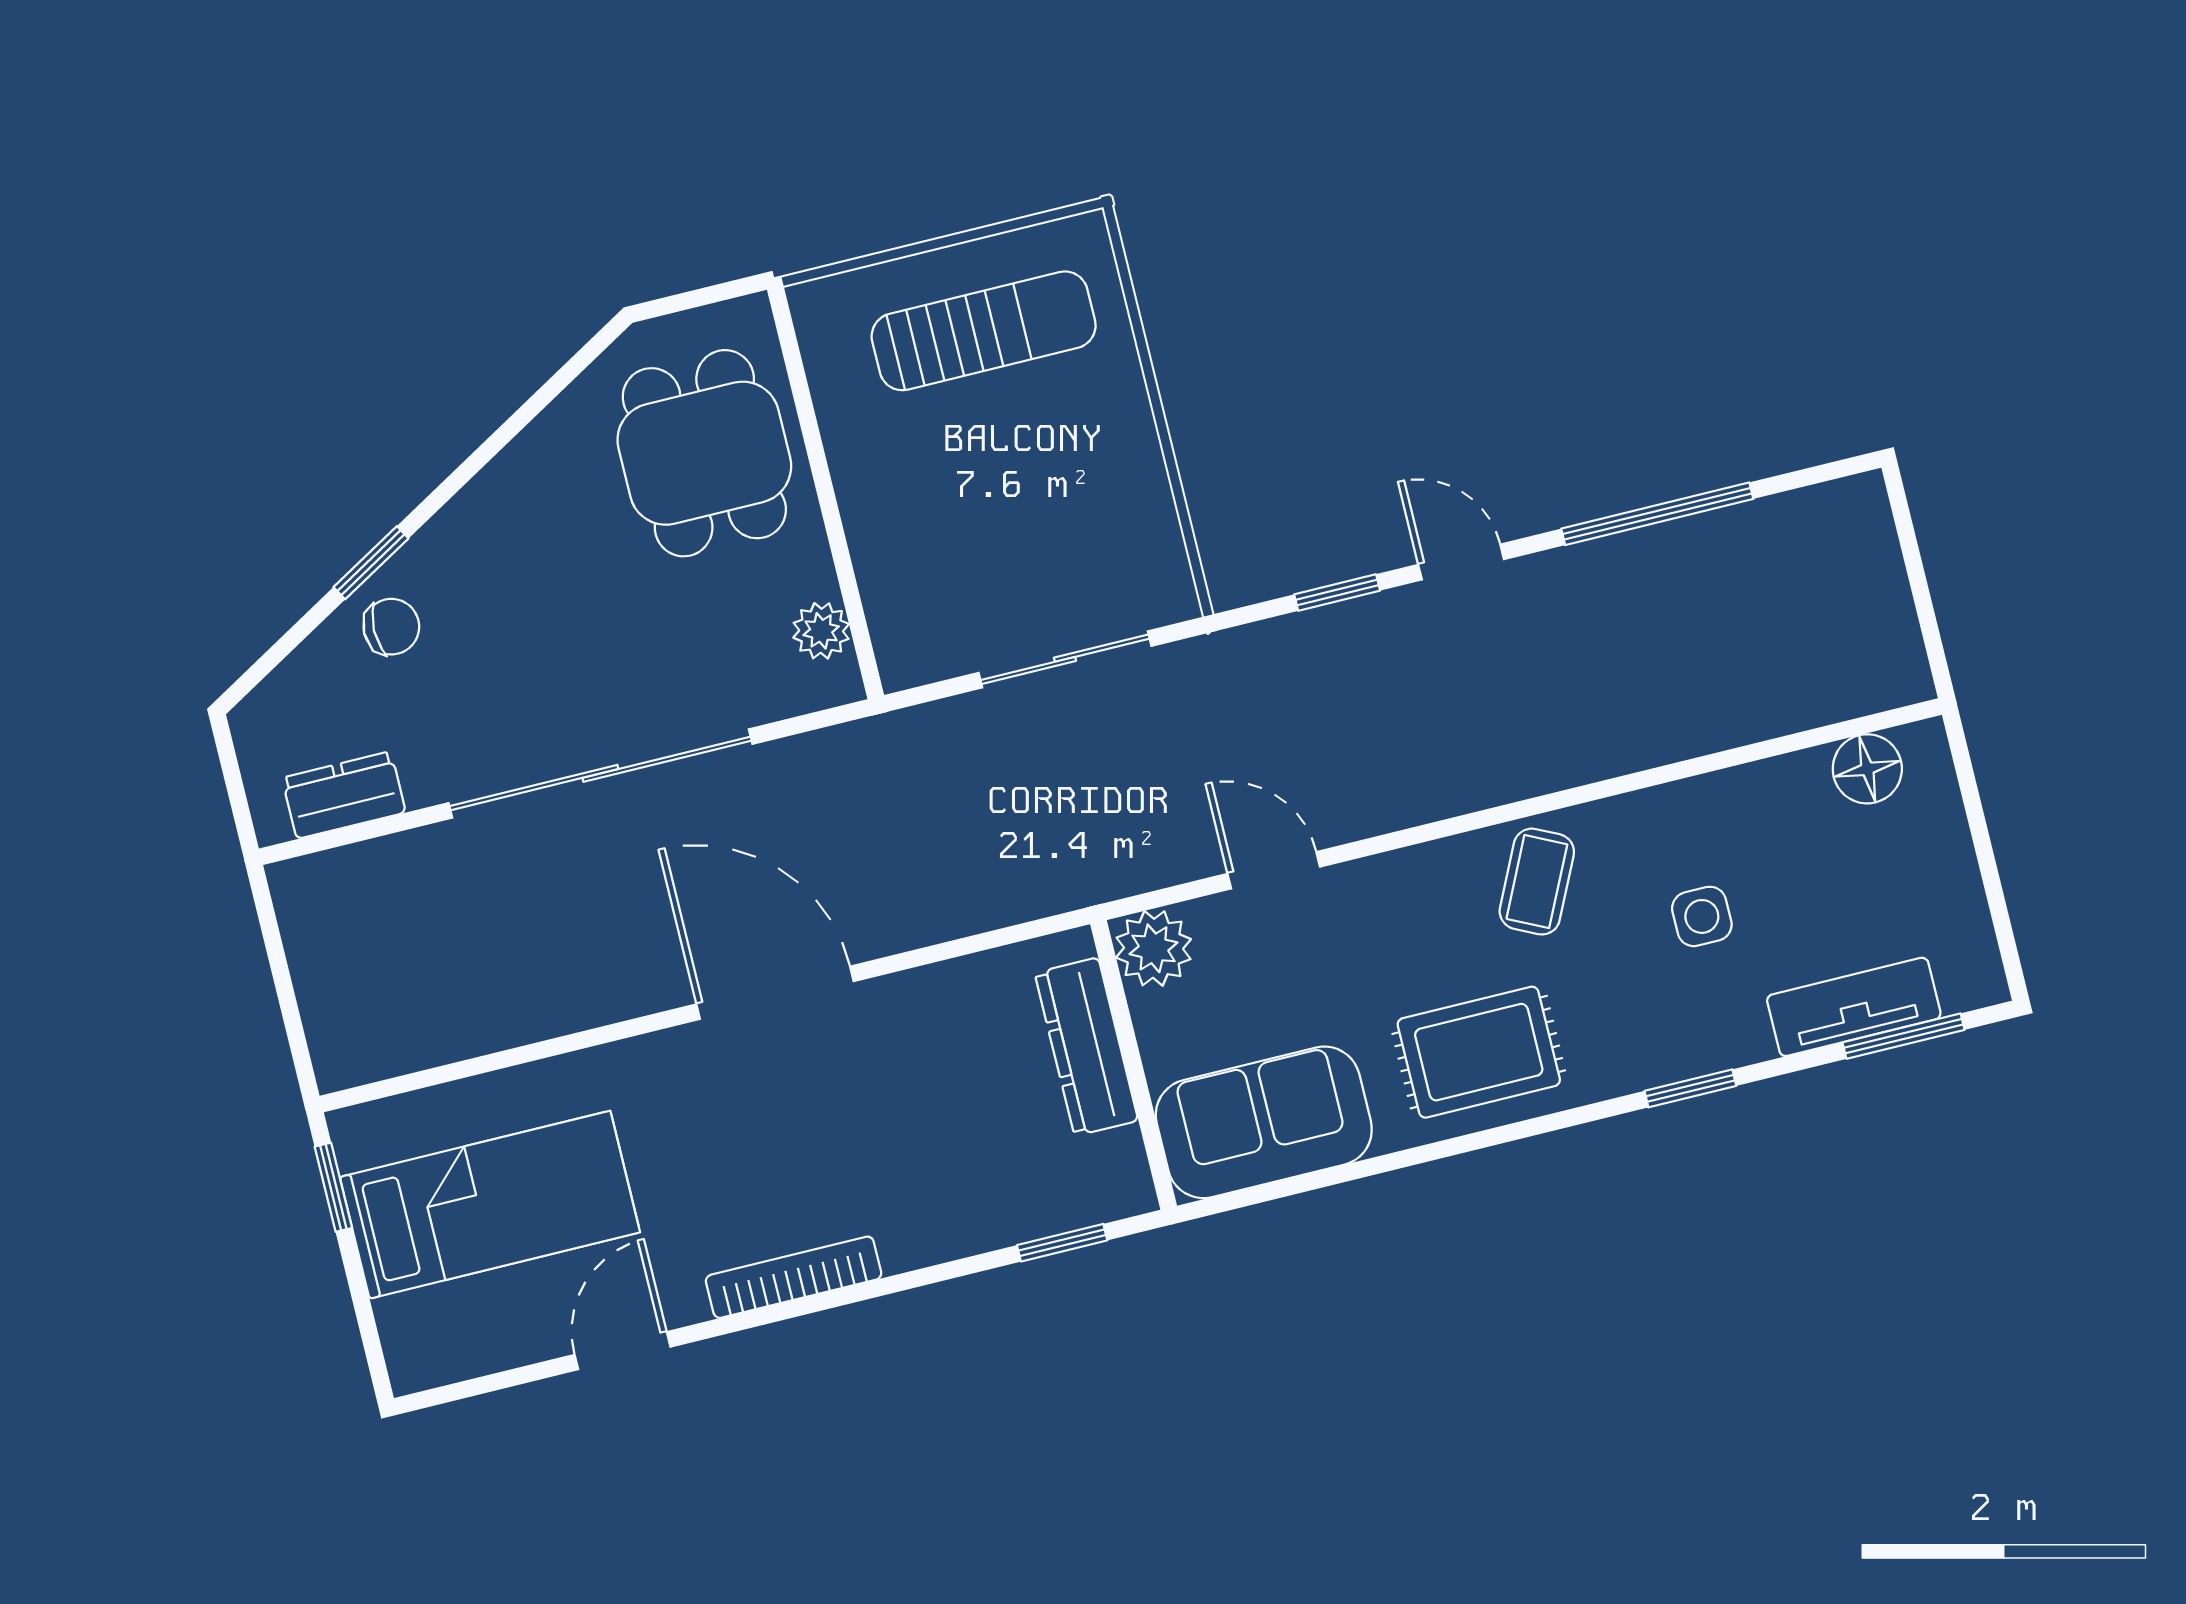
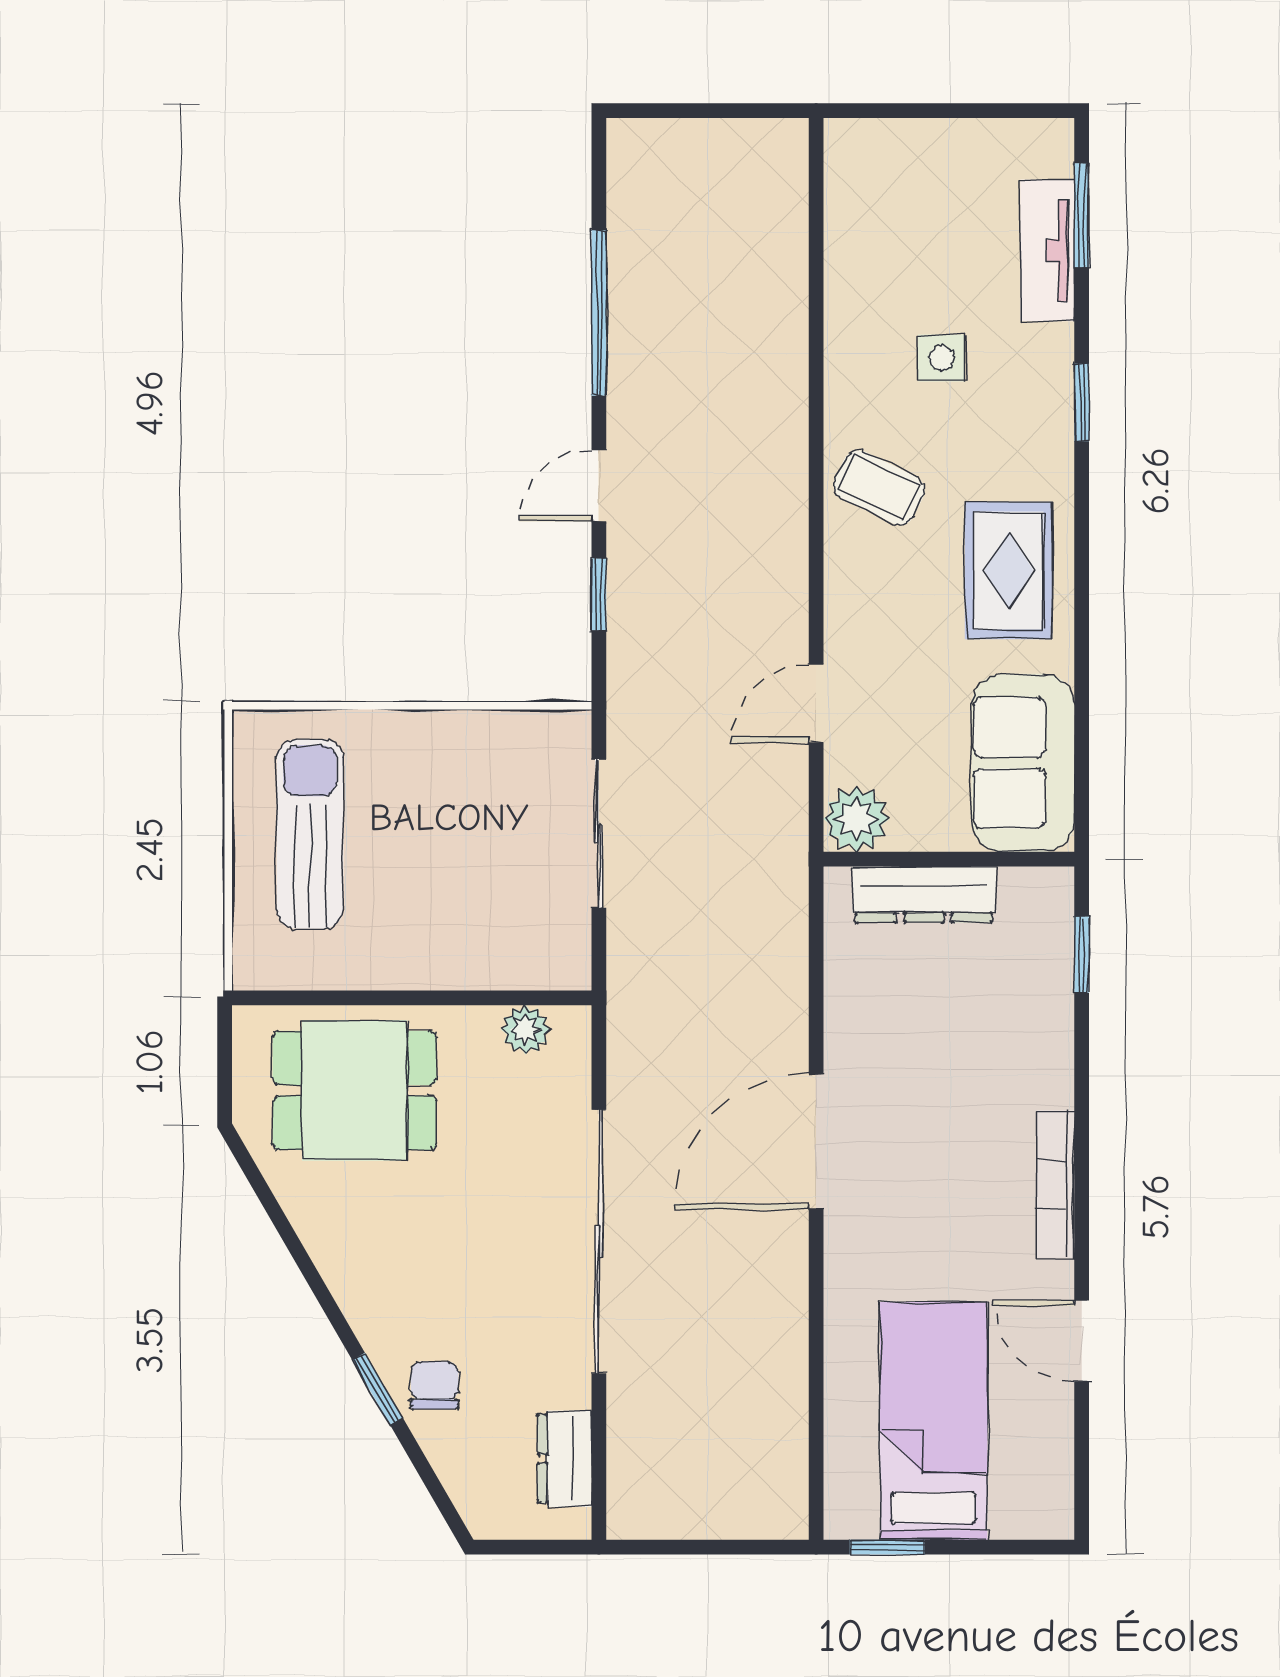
floor lamp: (1867, 769) -> (853, 191), removed

